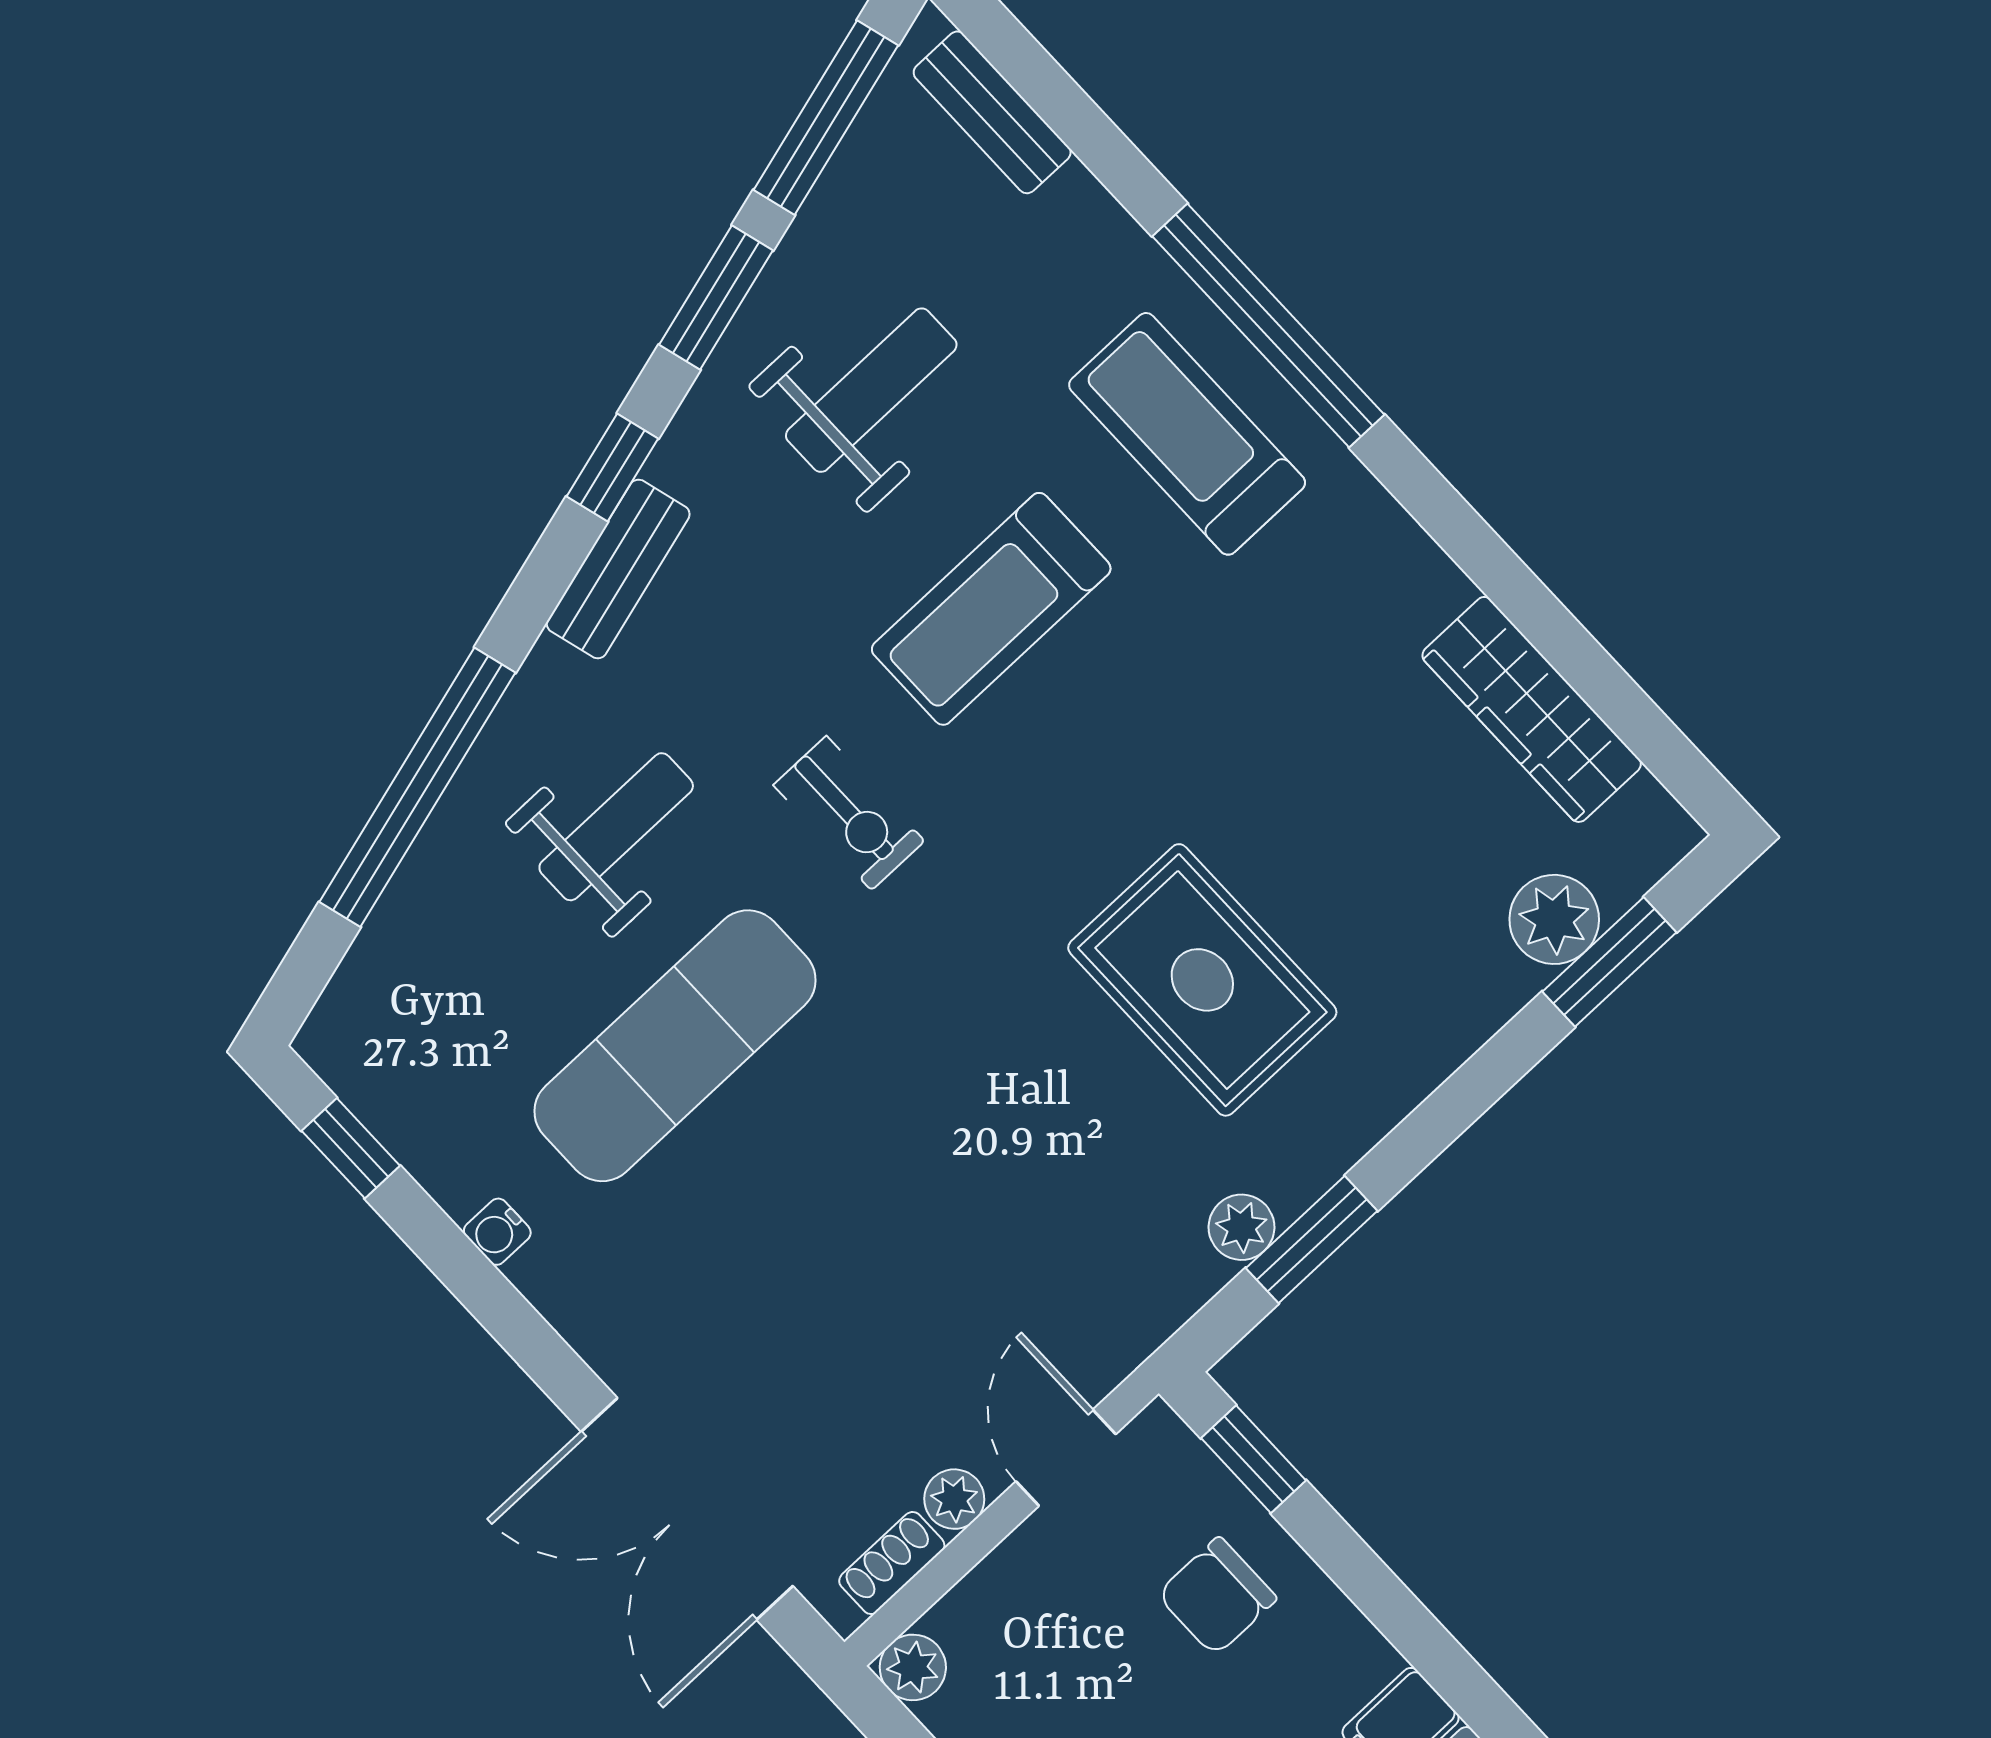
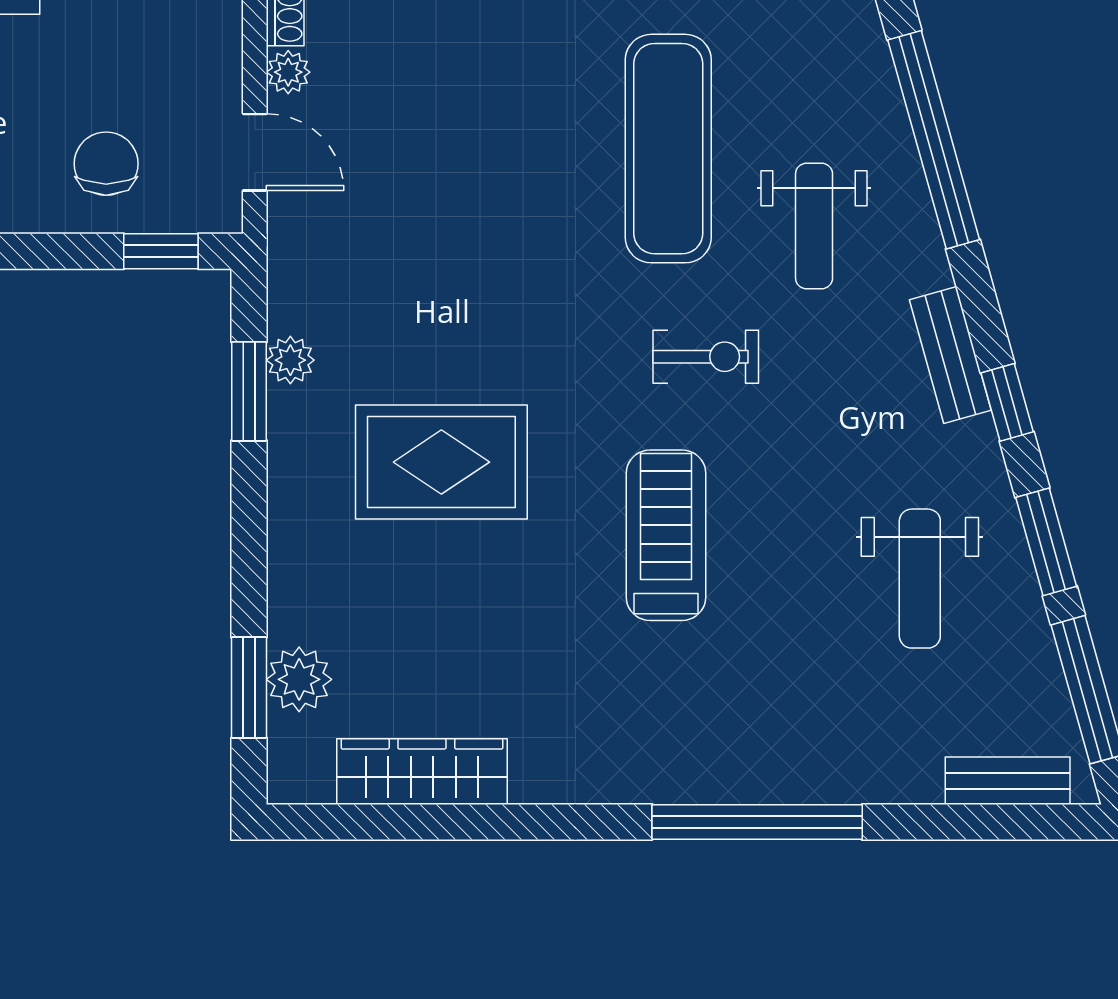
treadmill: (1187, 434) -> (740, 725), removed
treadmill: (991, 609) -> (666, 535), moved
exercise bike: (849, 813) -> (706, 357), turned 180

